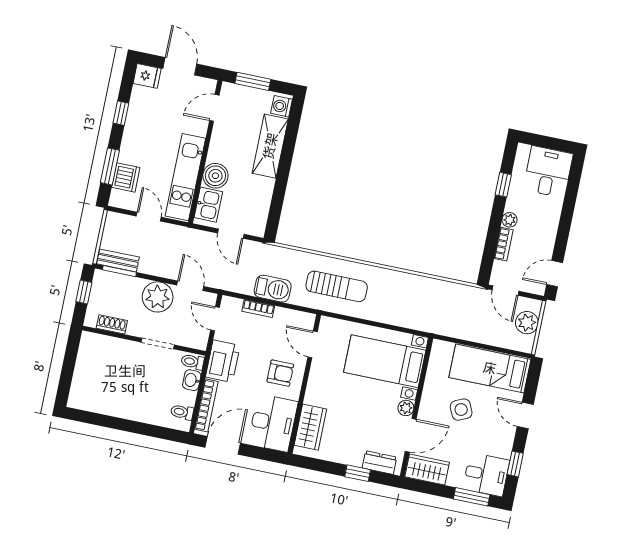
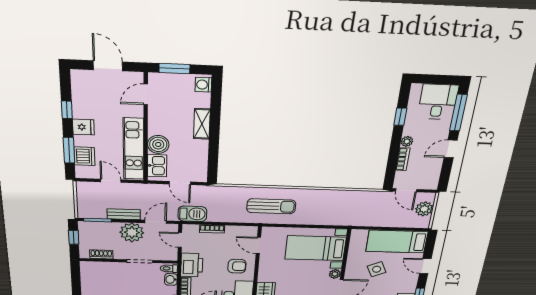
fridge: (147, 76) -> (83, 127), moved
shelving: (270, 146) -> (202, 124), width x0.67, depth x0.75
window: (572, 190) -> (458, 113), added
bench: (118, 260) -> (124, 214), moved
door: (555, 274) -> (451, 149), moved
door: (190, 286) -> (156, 222), hinge flipped
barbecue: (273, 289) -> (192, 214), moved

